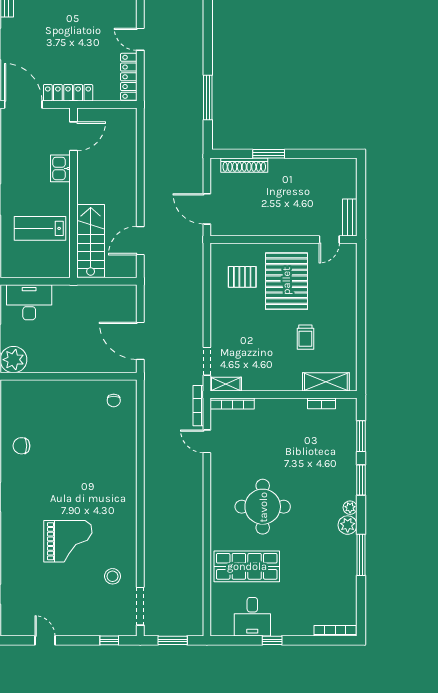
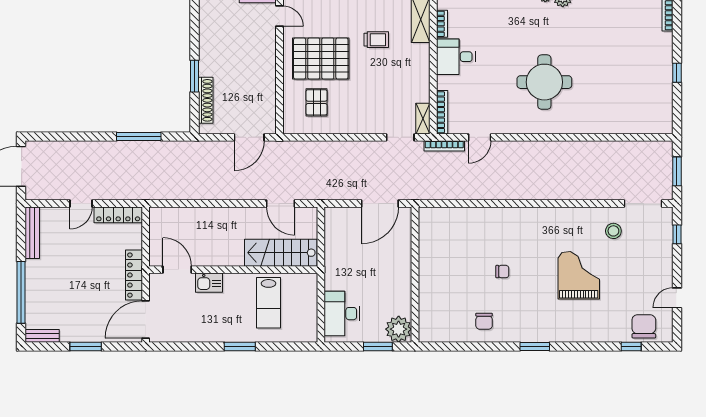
chair: (114, 400) -> (502, 272), moved
shop shelf: (247, 566) -> (604, 98), removed
chair: (16, 607) -> (644, 326), added
desk: (252, 617) -> (456, 57), moved, turned 180

